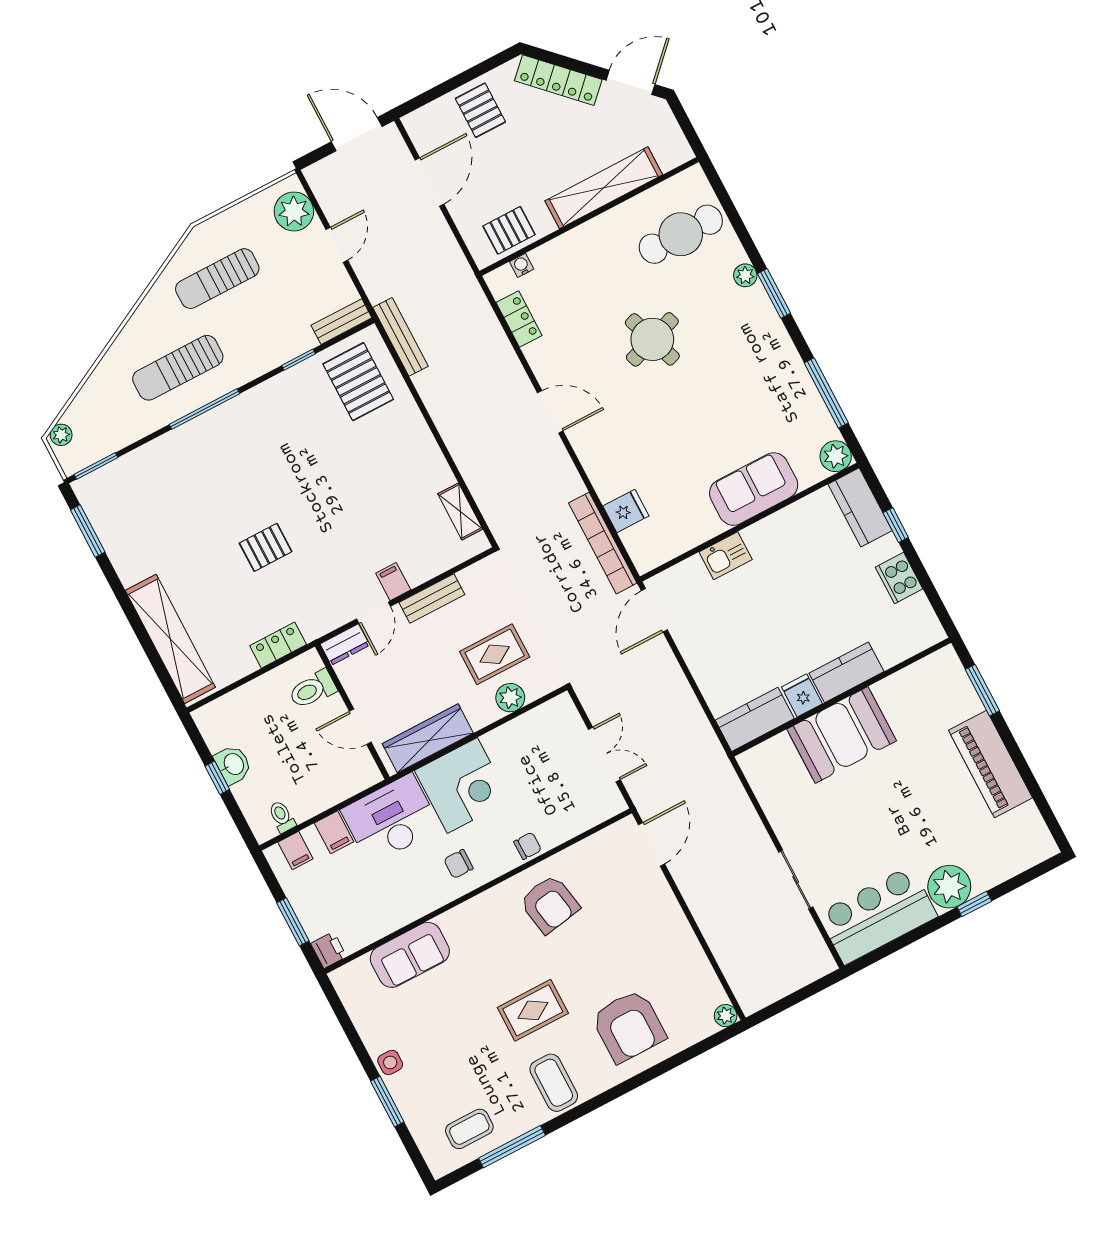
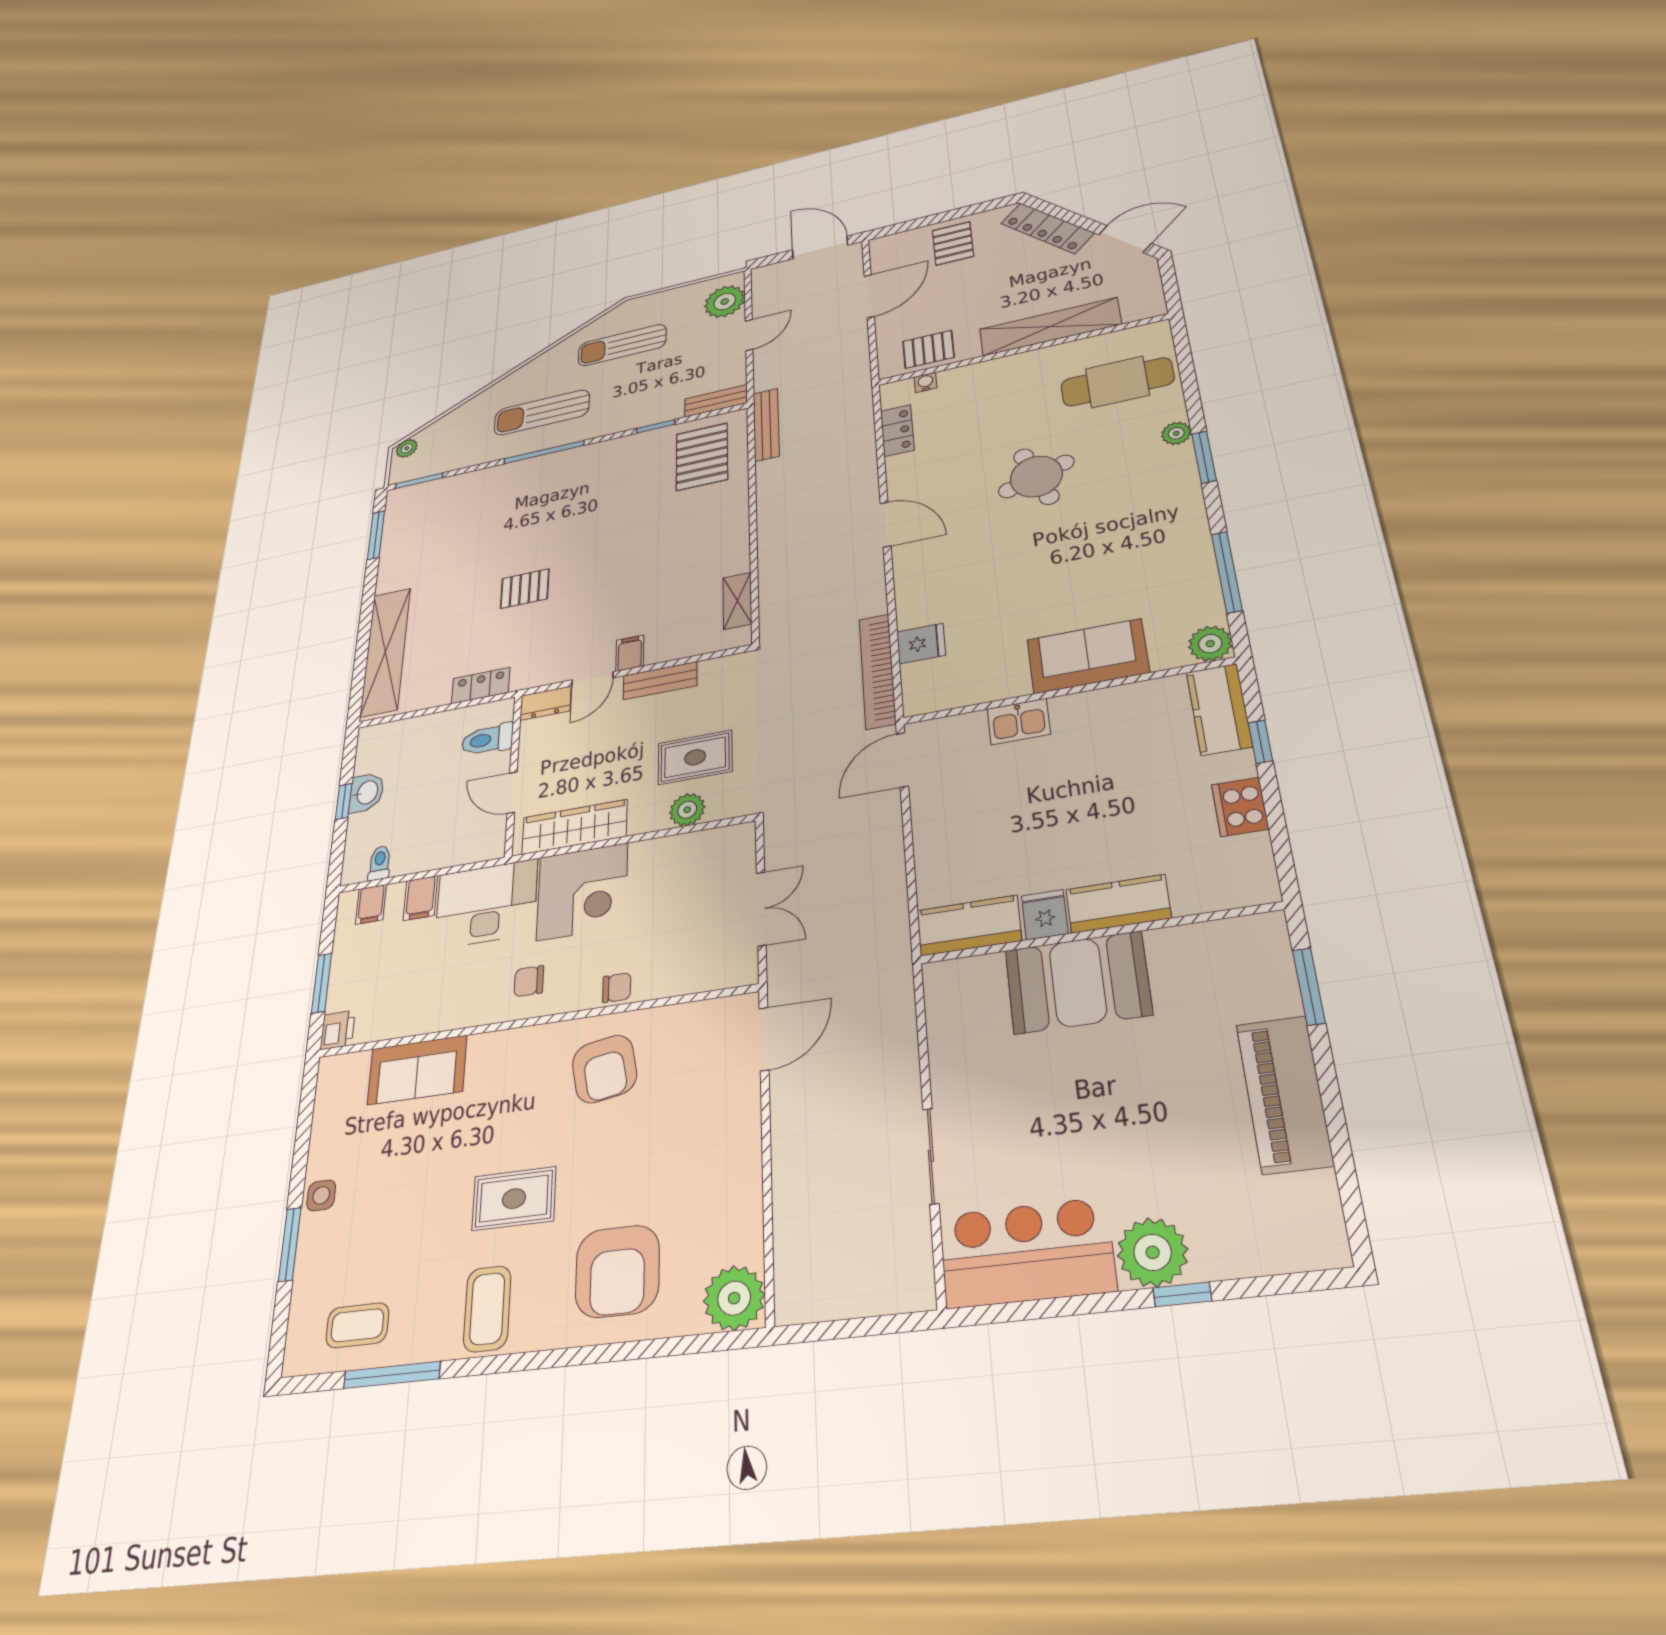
plant: (726, 1016) -> (734, 1298), width x1.87, depth x1.87

